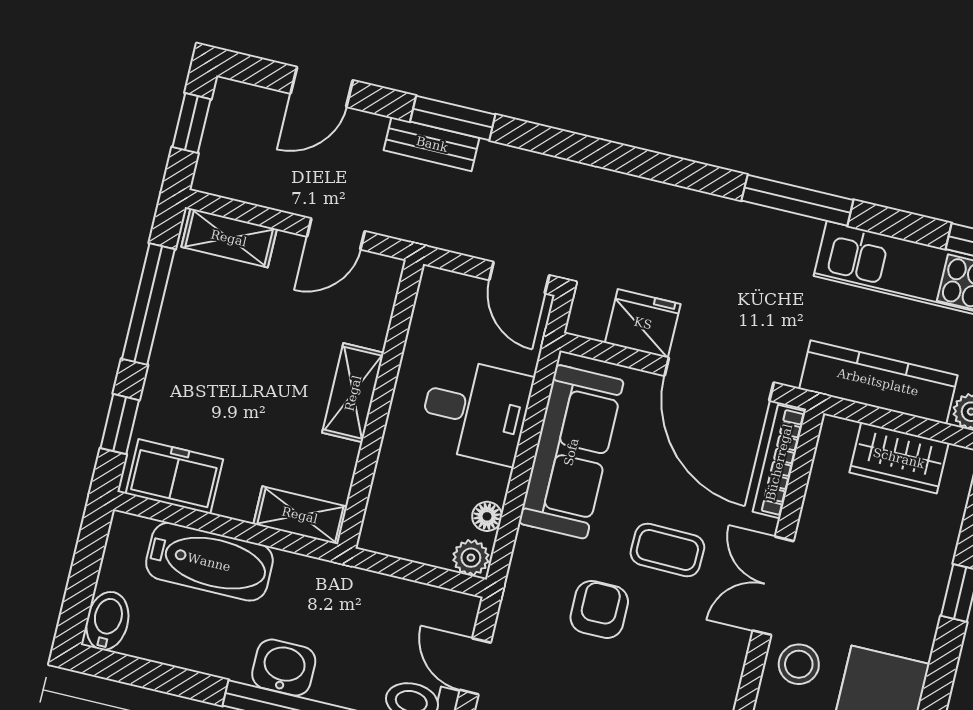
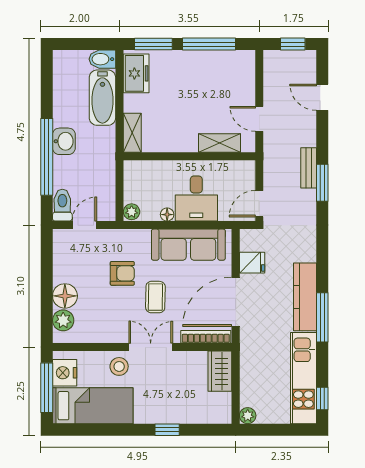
window: (453, 118) -> (322, 183), moved
bench: (432, 144) -> (309, 168), moved
shelving: (229, 238) -> (246, 73), removed
fridge: (643, 323) -> (252, 263), width x0.72
kitchen counter: (878, 382) -> (305, 297), moved, turned 180
shelving: (353, 393) -> (220, 143), moved
window: (120, 424) -> (153, 44), width x1.50
wardrobe: (899, 458) -> (220, 371), moved
floor lamp: (487, 516) -> (167, 215), moved
bidet: (107, 621) -> (102, 59), moved, turned 180

